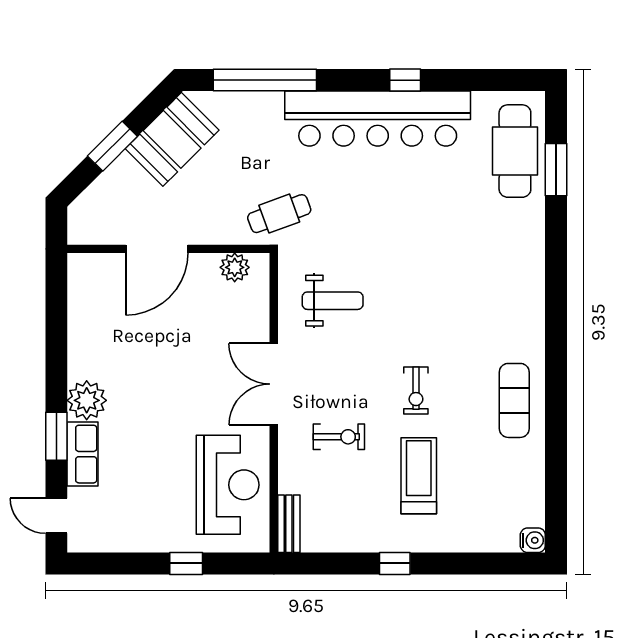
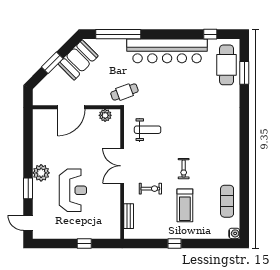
window: (405, 80) -> (210, 34), moved
exercise mat: (514, 400) -> (227, 201), moved
row of seats: (83, 454) -> (39, 196), removed
treadmill: (419, 476) -> (185, 205), turned 180
reception desk: (228, 485) -> (73, 190), moved
bench: (289, 524) -> (129, 216), moved

